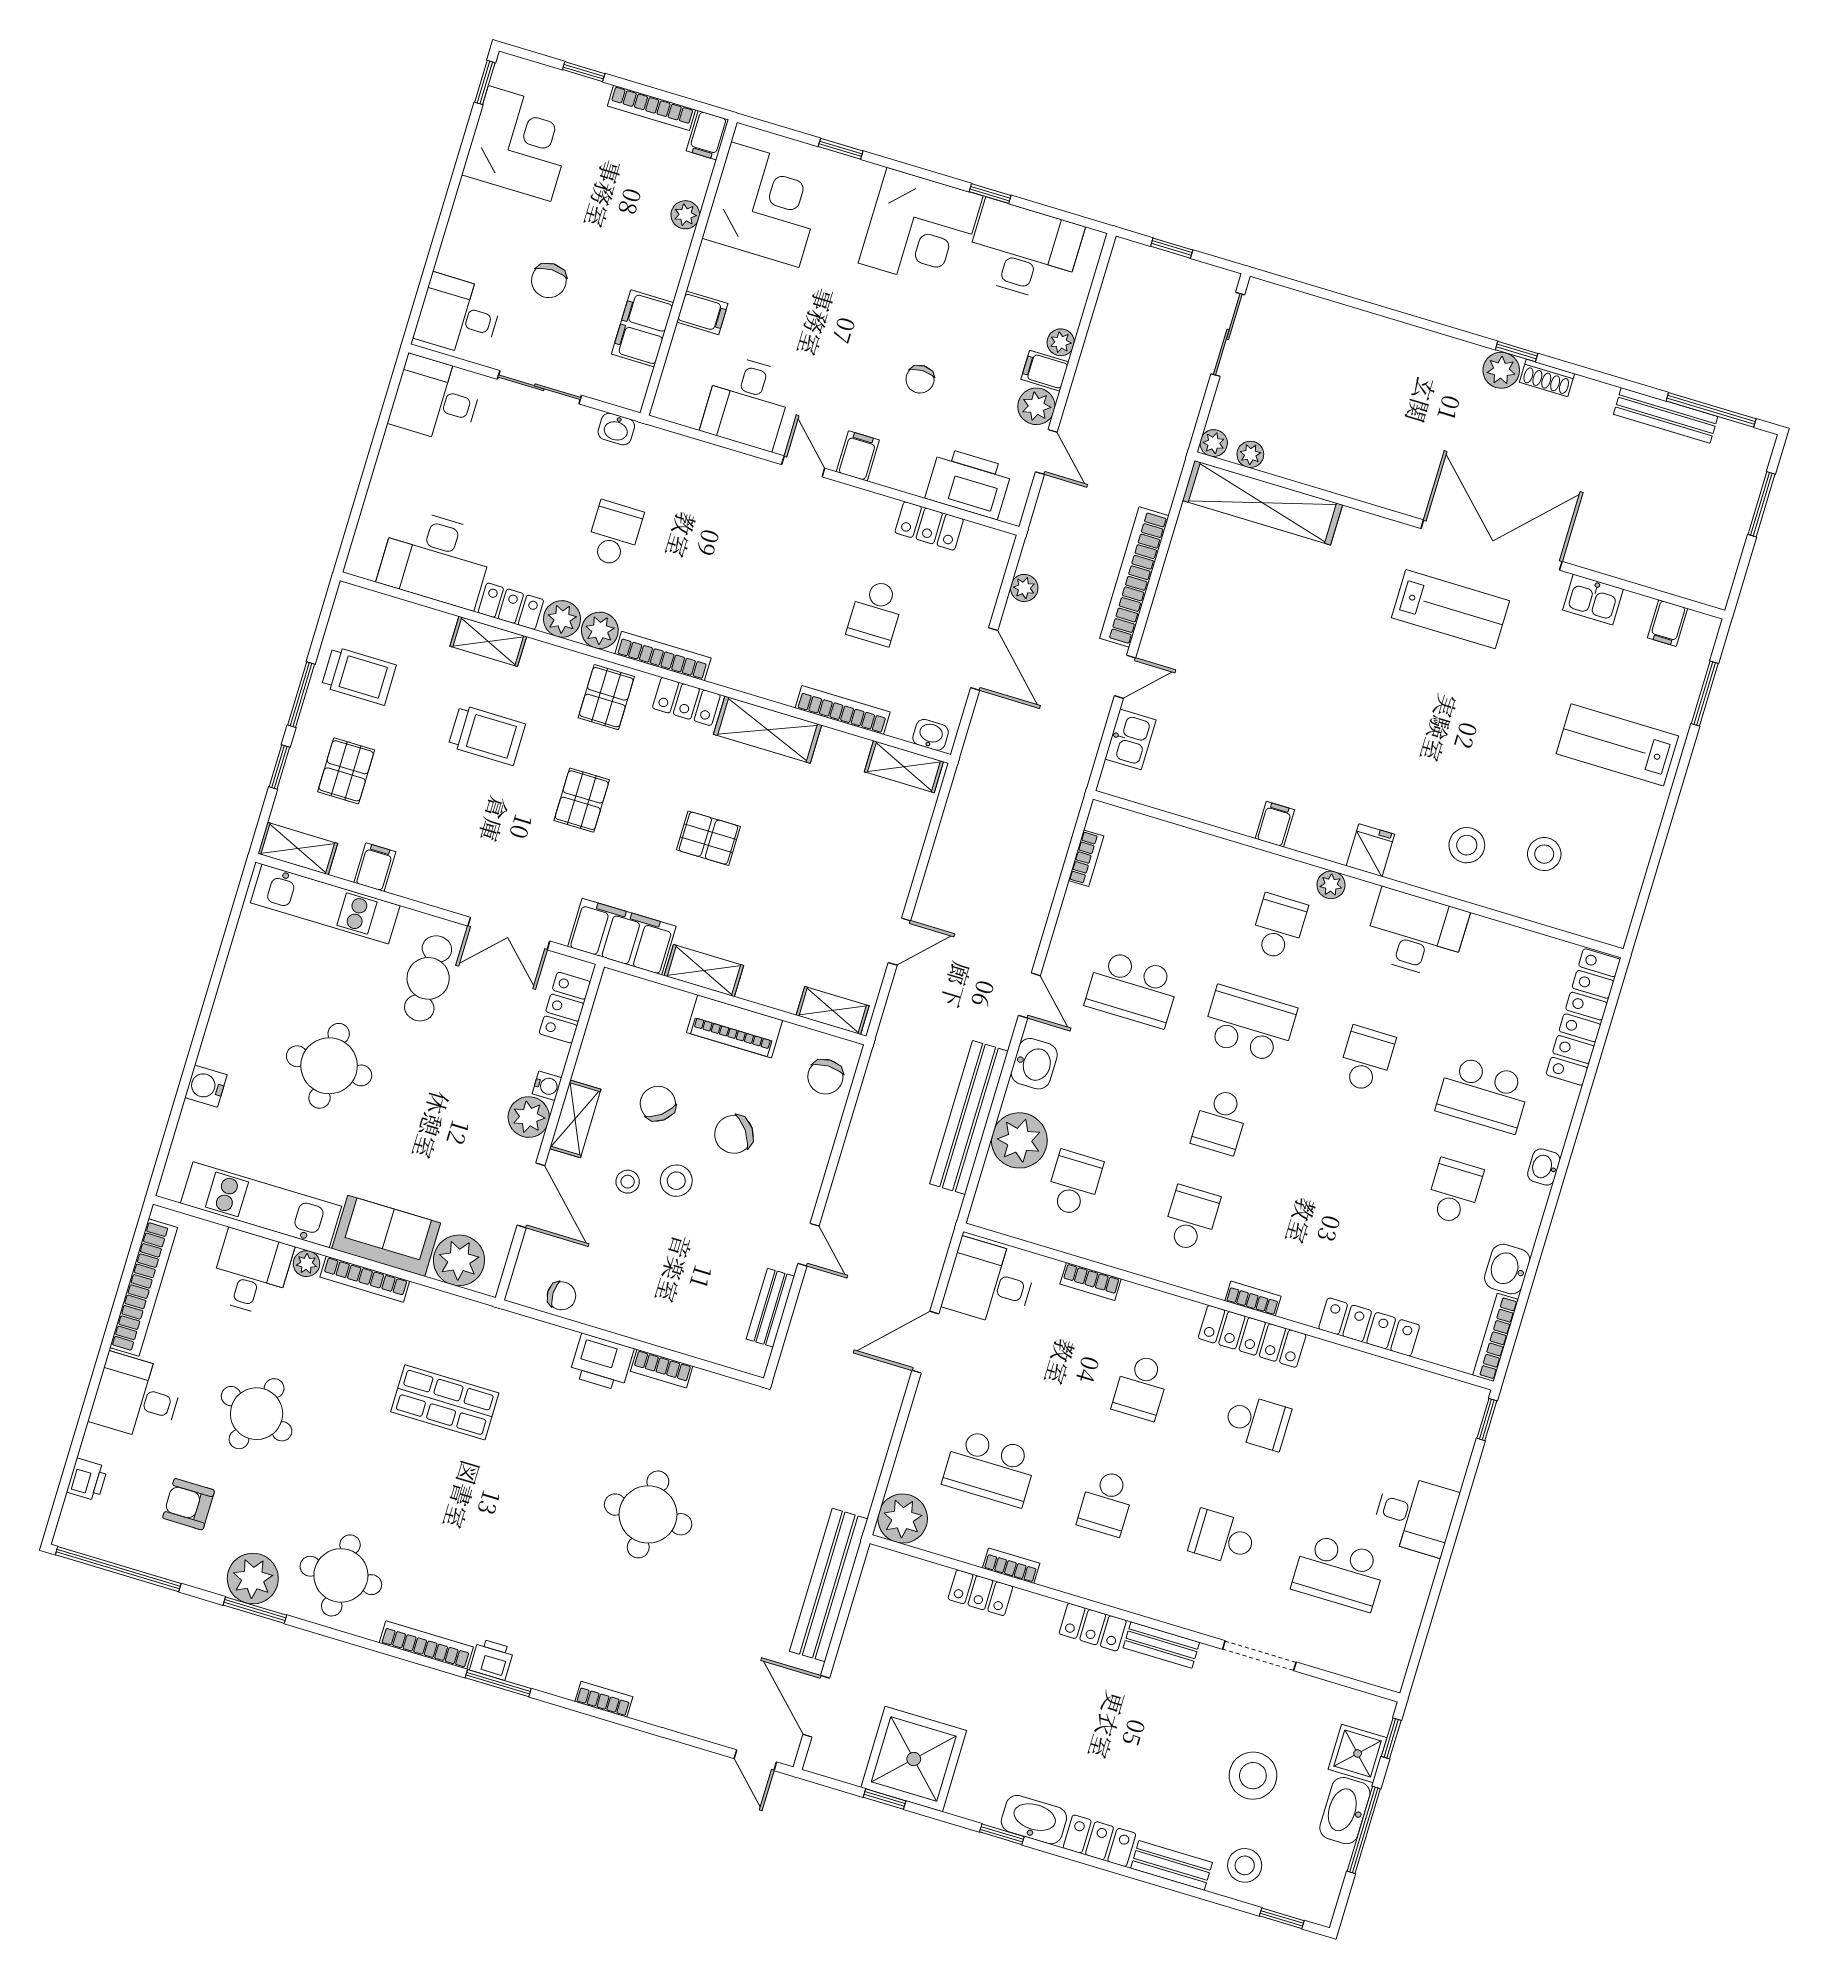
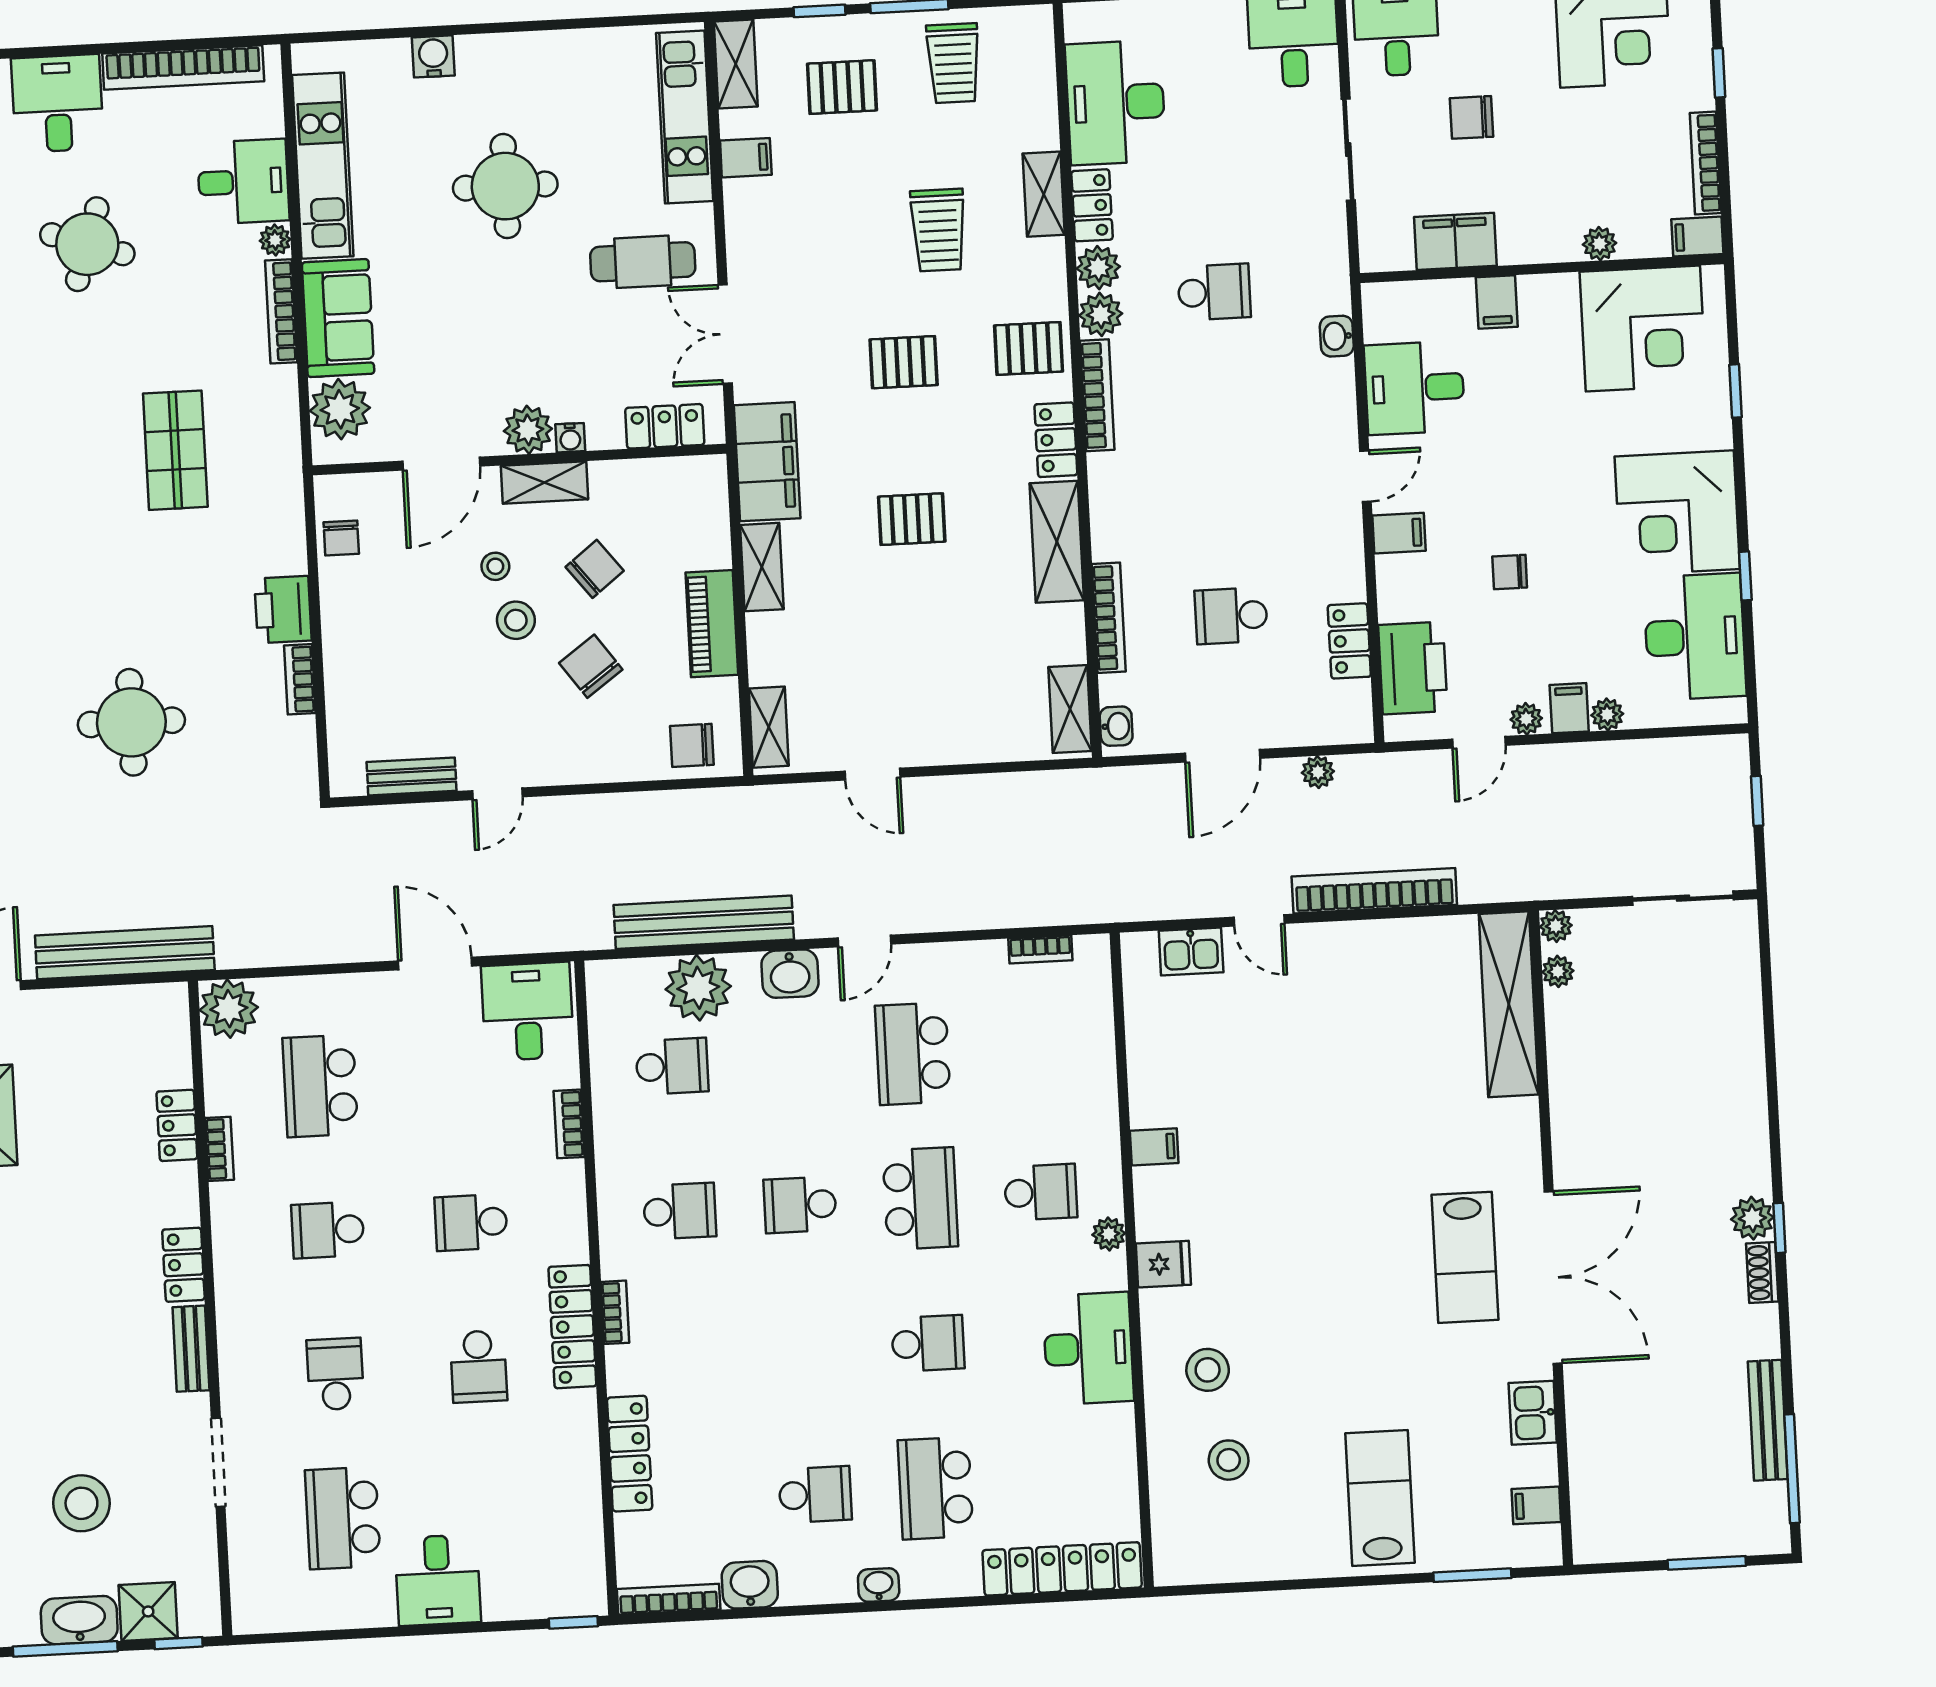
plant: (1036, 406) -> (1526, 719), width x0.73, depth x0.73
washbasin: (616, 429) -> (1337, 336), moved
pallet: (708, 838) -> (912, 519), turned 90

